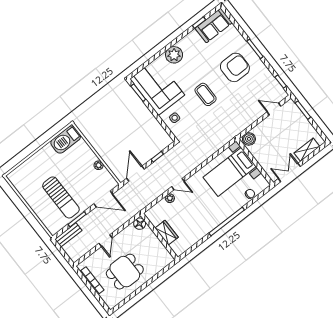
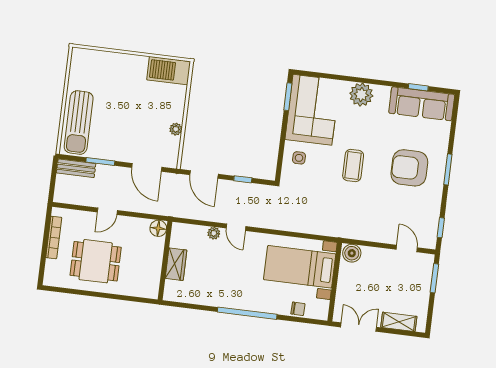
sofa: (214, 25) -> (422, 104), width x1.36
armchair: (235, 67) -> (409, 168), turned 180
door: (135, 174) -> (204, 174), swing flipped
sun lounger: (61, 197) -> (79, 123), moved

